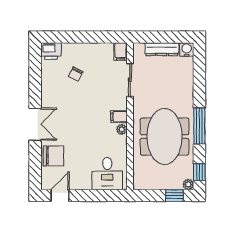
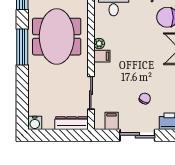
sliding door: (83, 37) -> (137, 135), added
dresser: (162, 49) -> (72, 123), moved
filing cabinet: (121, 51) -> (112, 121), moved

